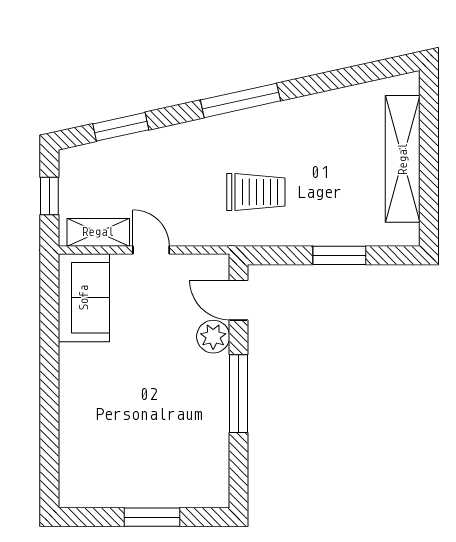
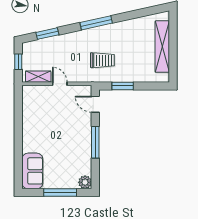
window: (339, 255) -> (123, 86), moved
sofa: (84, 298) -> (32, 171), moved
plant: (213, 337) -> (85, 182), moved
window: (152, 517) -> (60, 193), width x1.44

